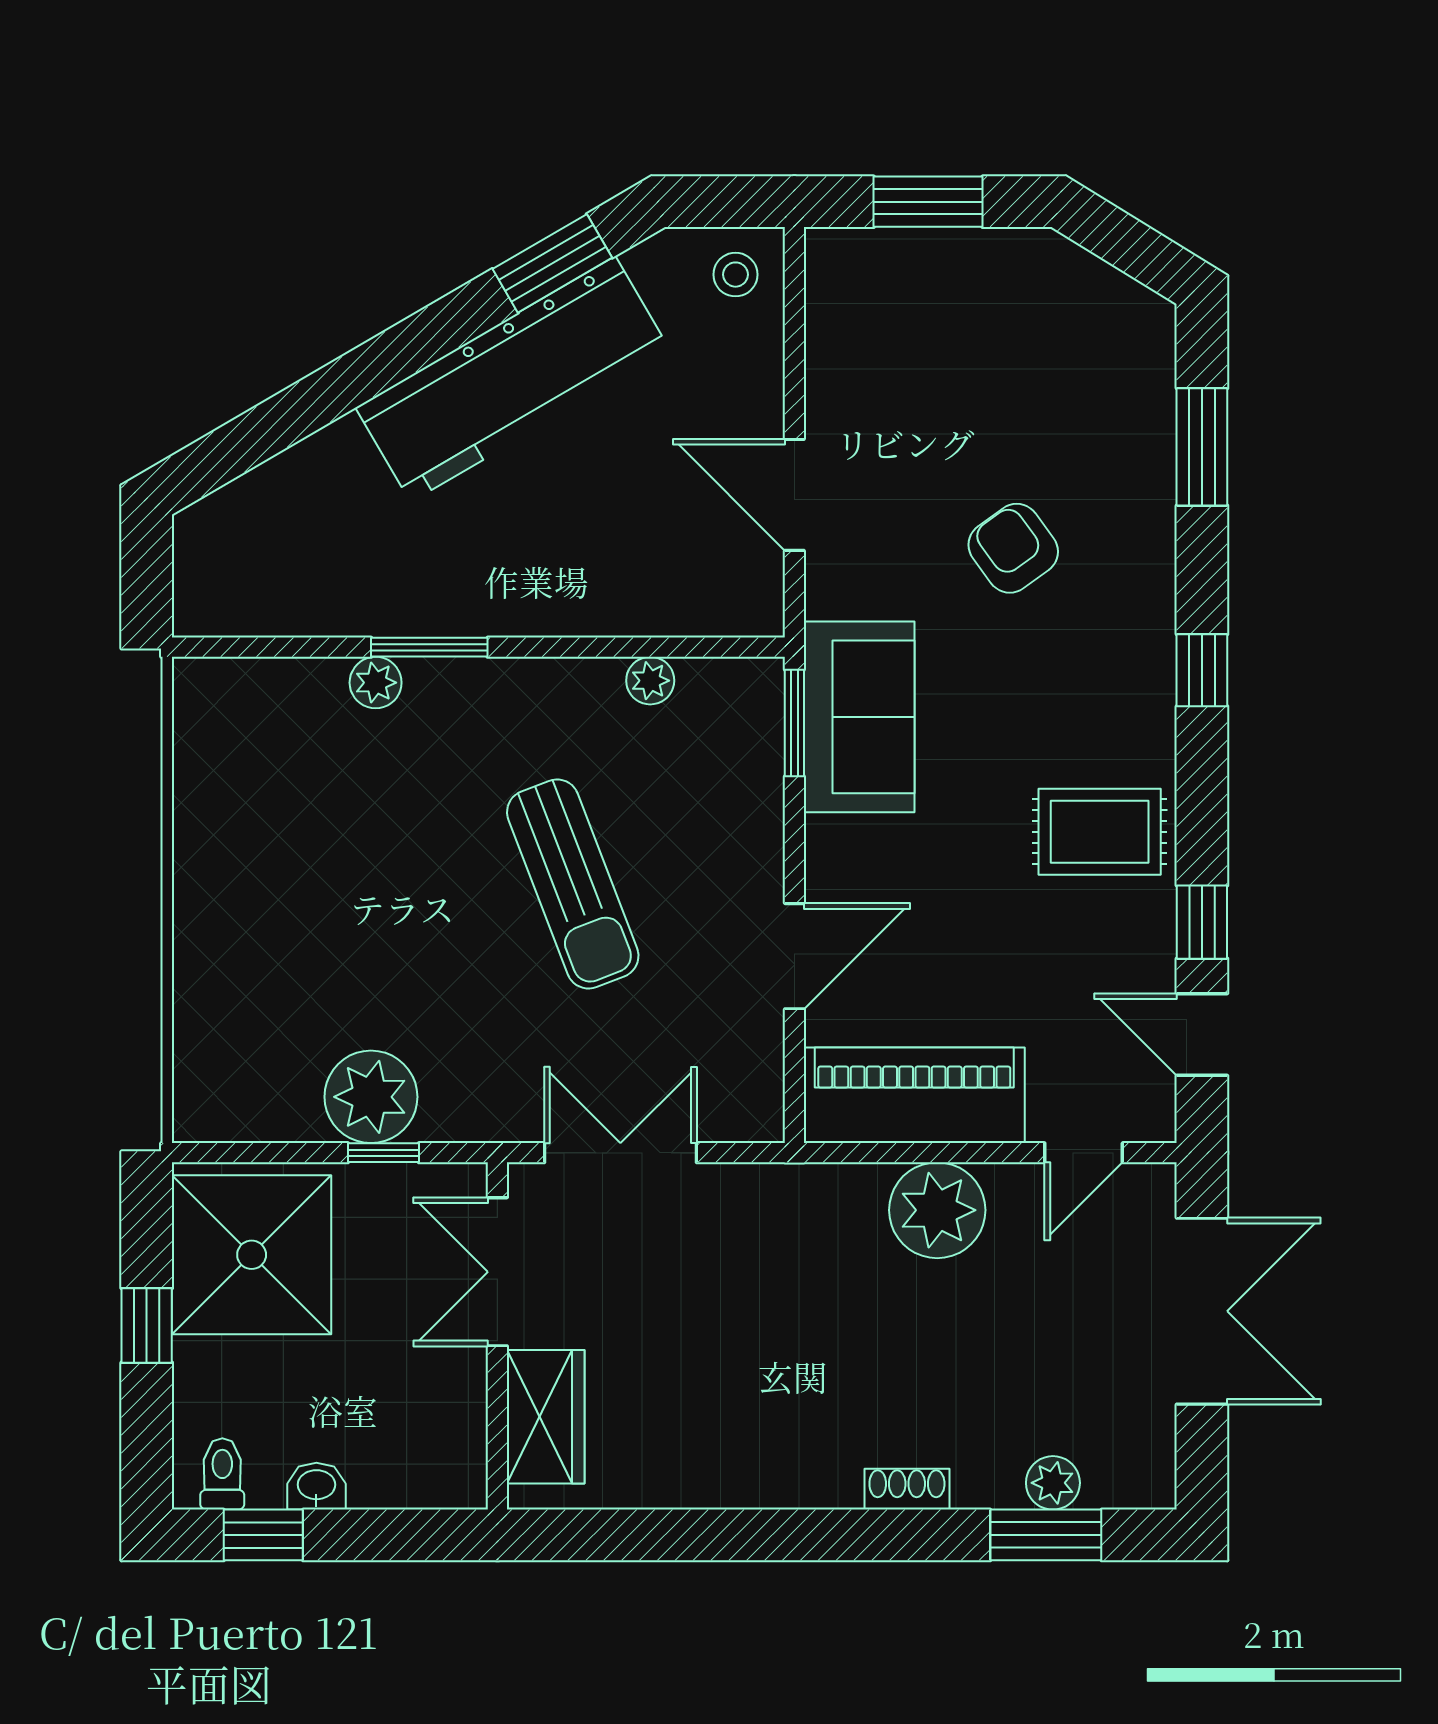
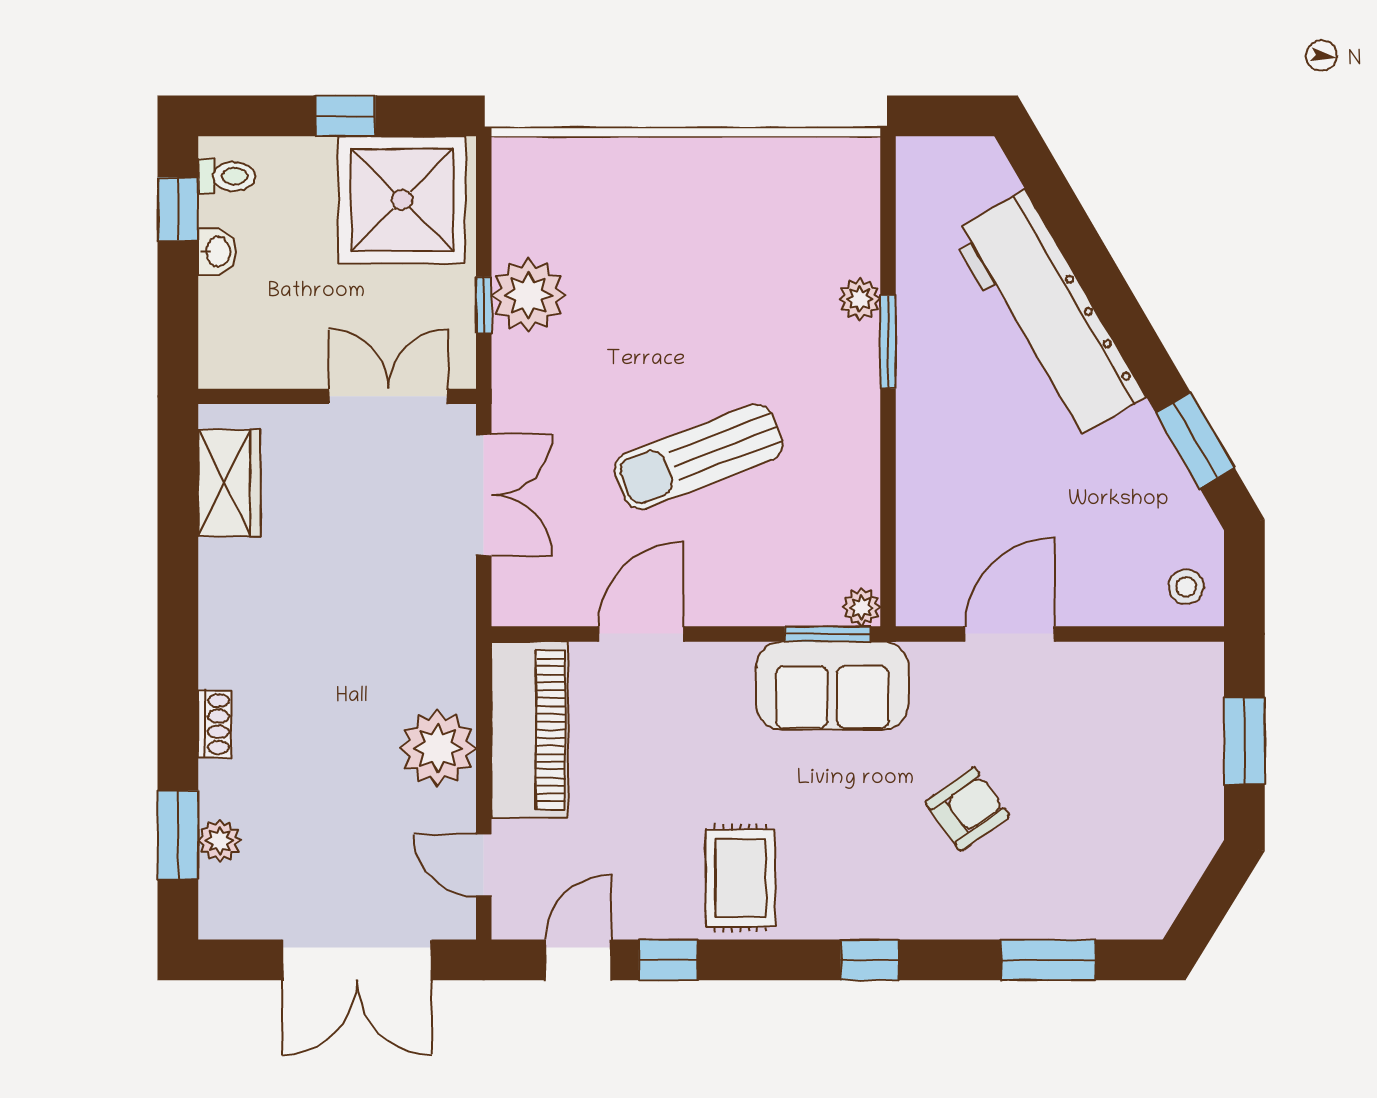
workbench: (513, 379) -> (1048, 315), moved
plant: (650, 681) -> (861, 607), moved
door: (794, 956) -> (641, 634), swing flipped
wardrobe: (546, 1417) -> (229, 483), moved, turned -90

